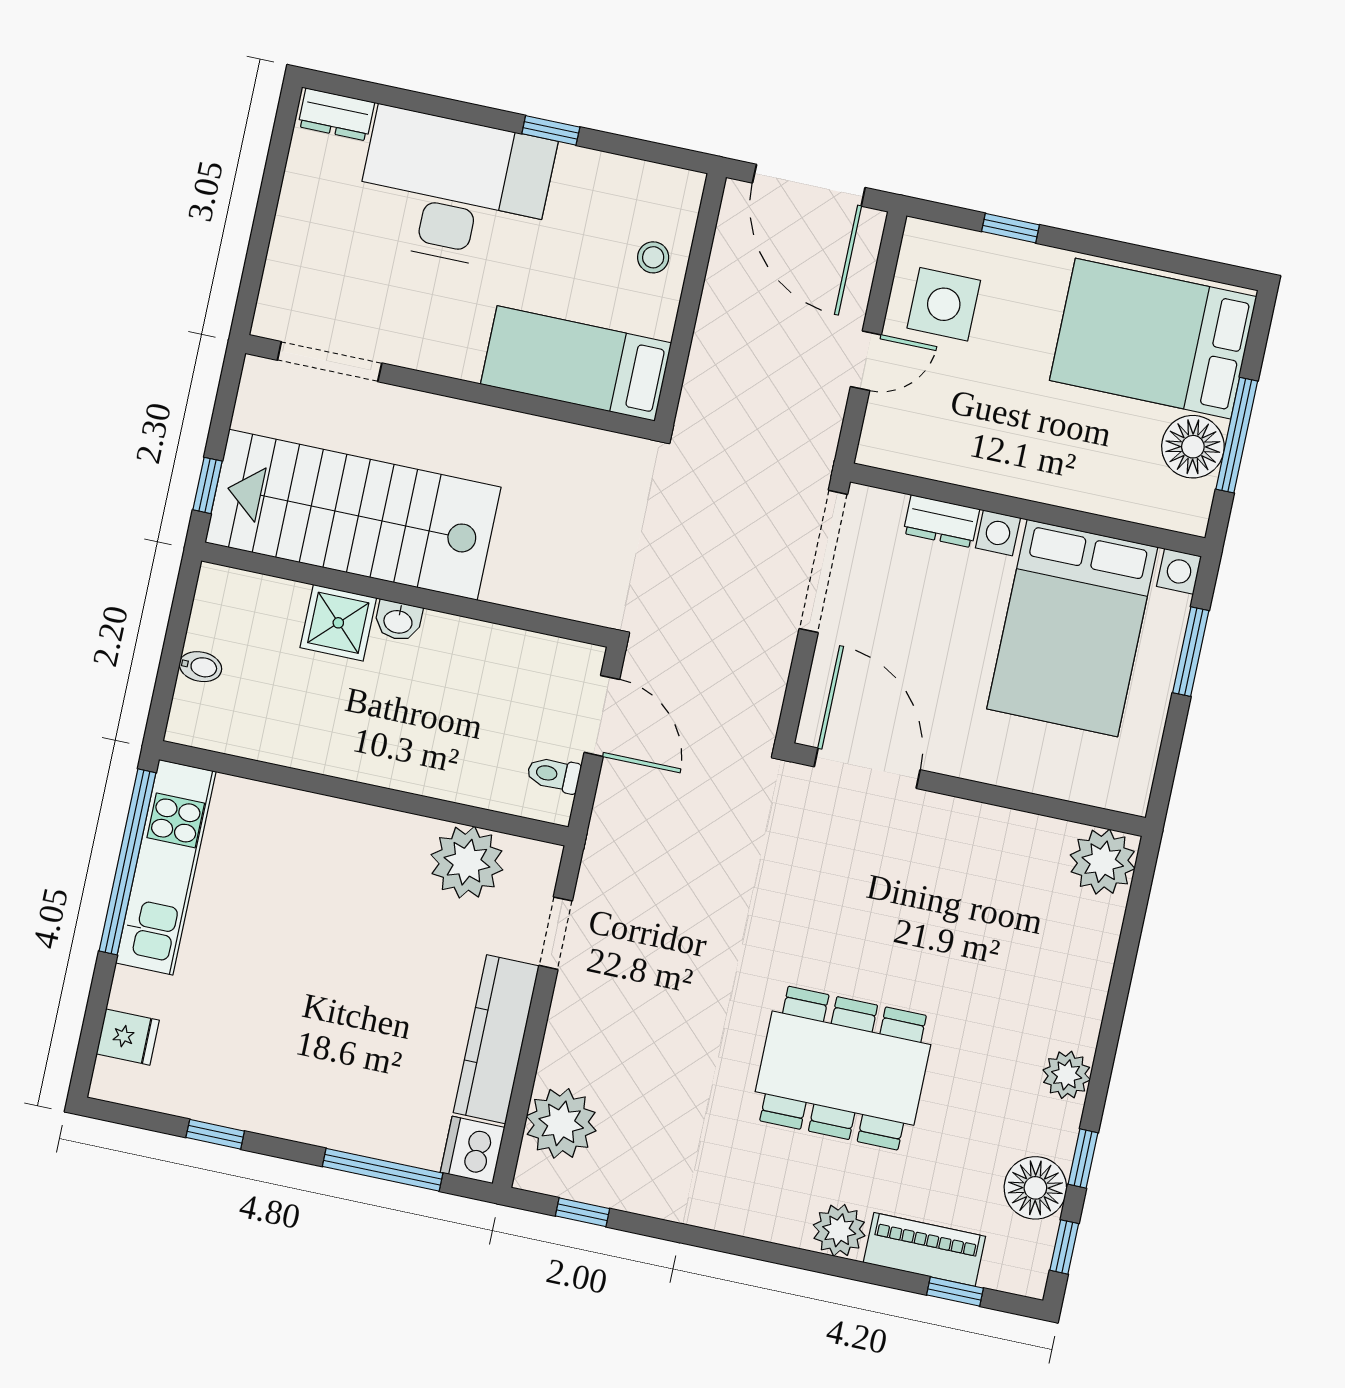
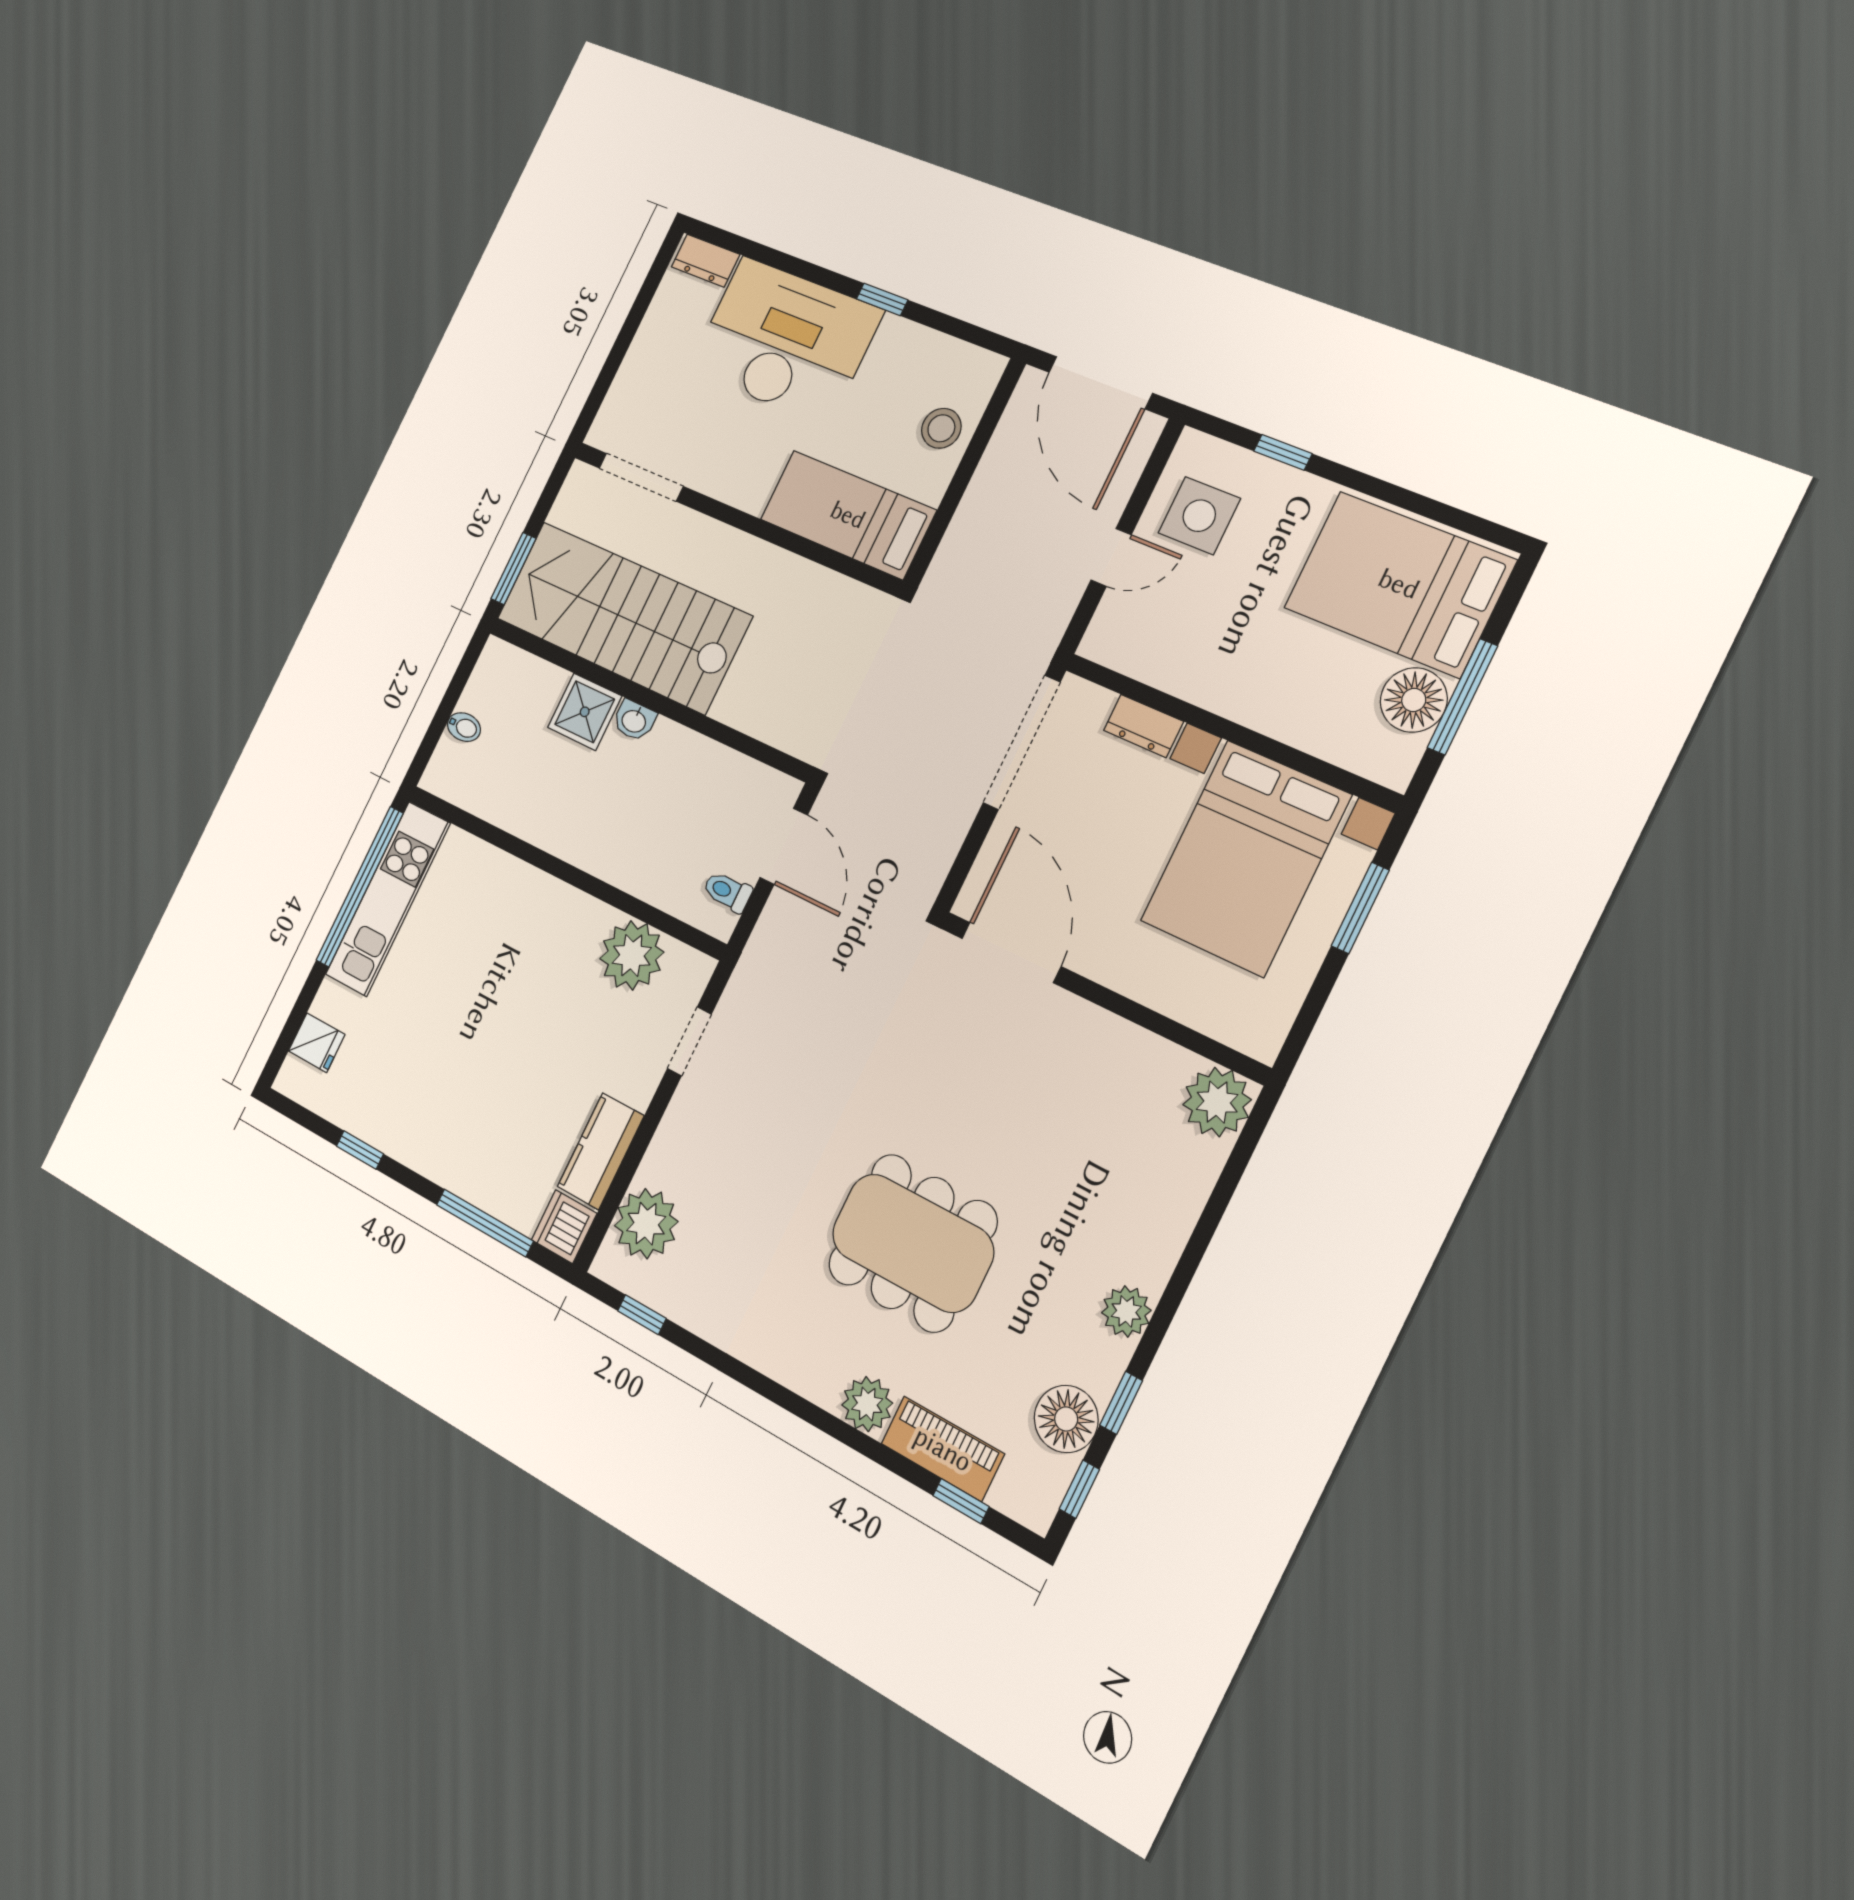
stool: (653, 257) -> (941, 428), width x1.37, depth x1.37
window: (208, 485) -> (513, 569), width x1.50
kitchen counter: (496, 1039) -> (601, 1151), width x0.67

